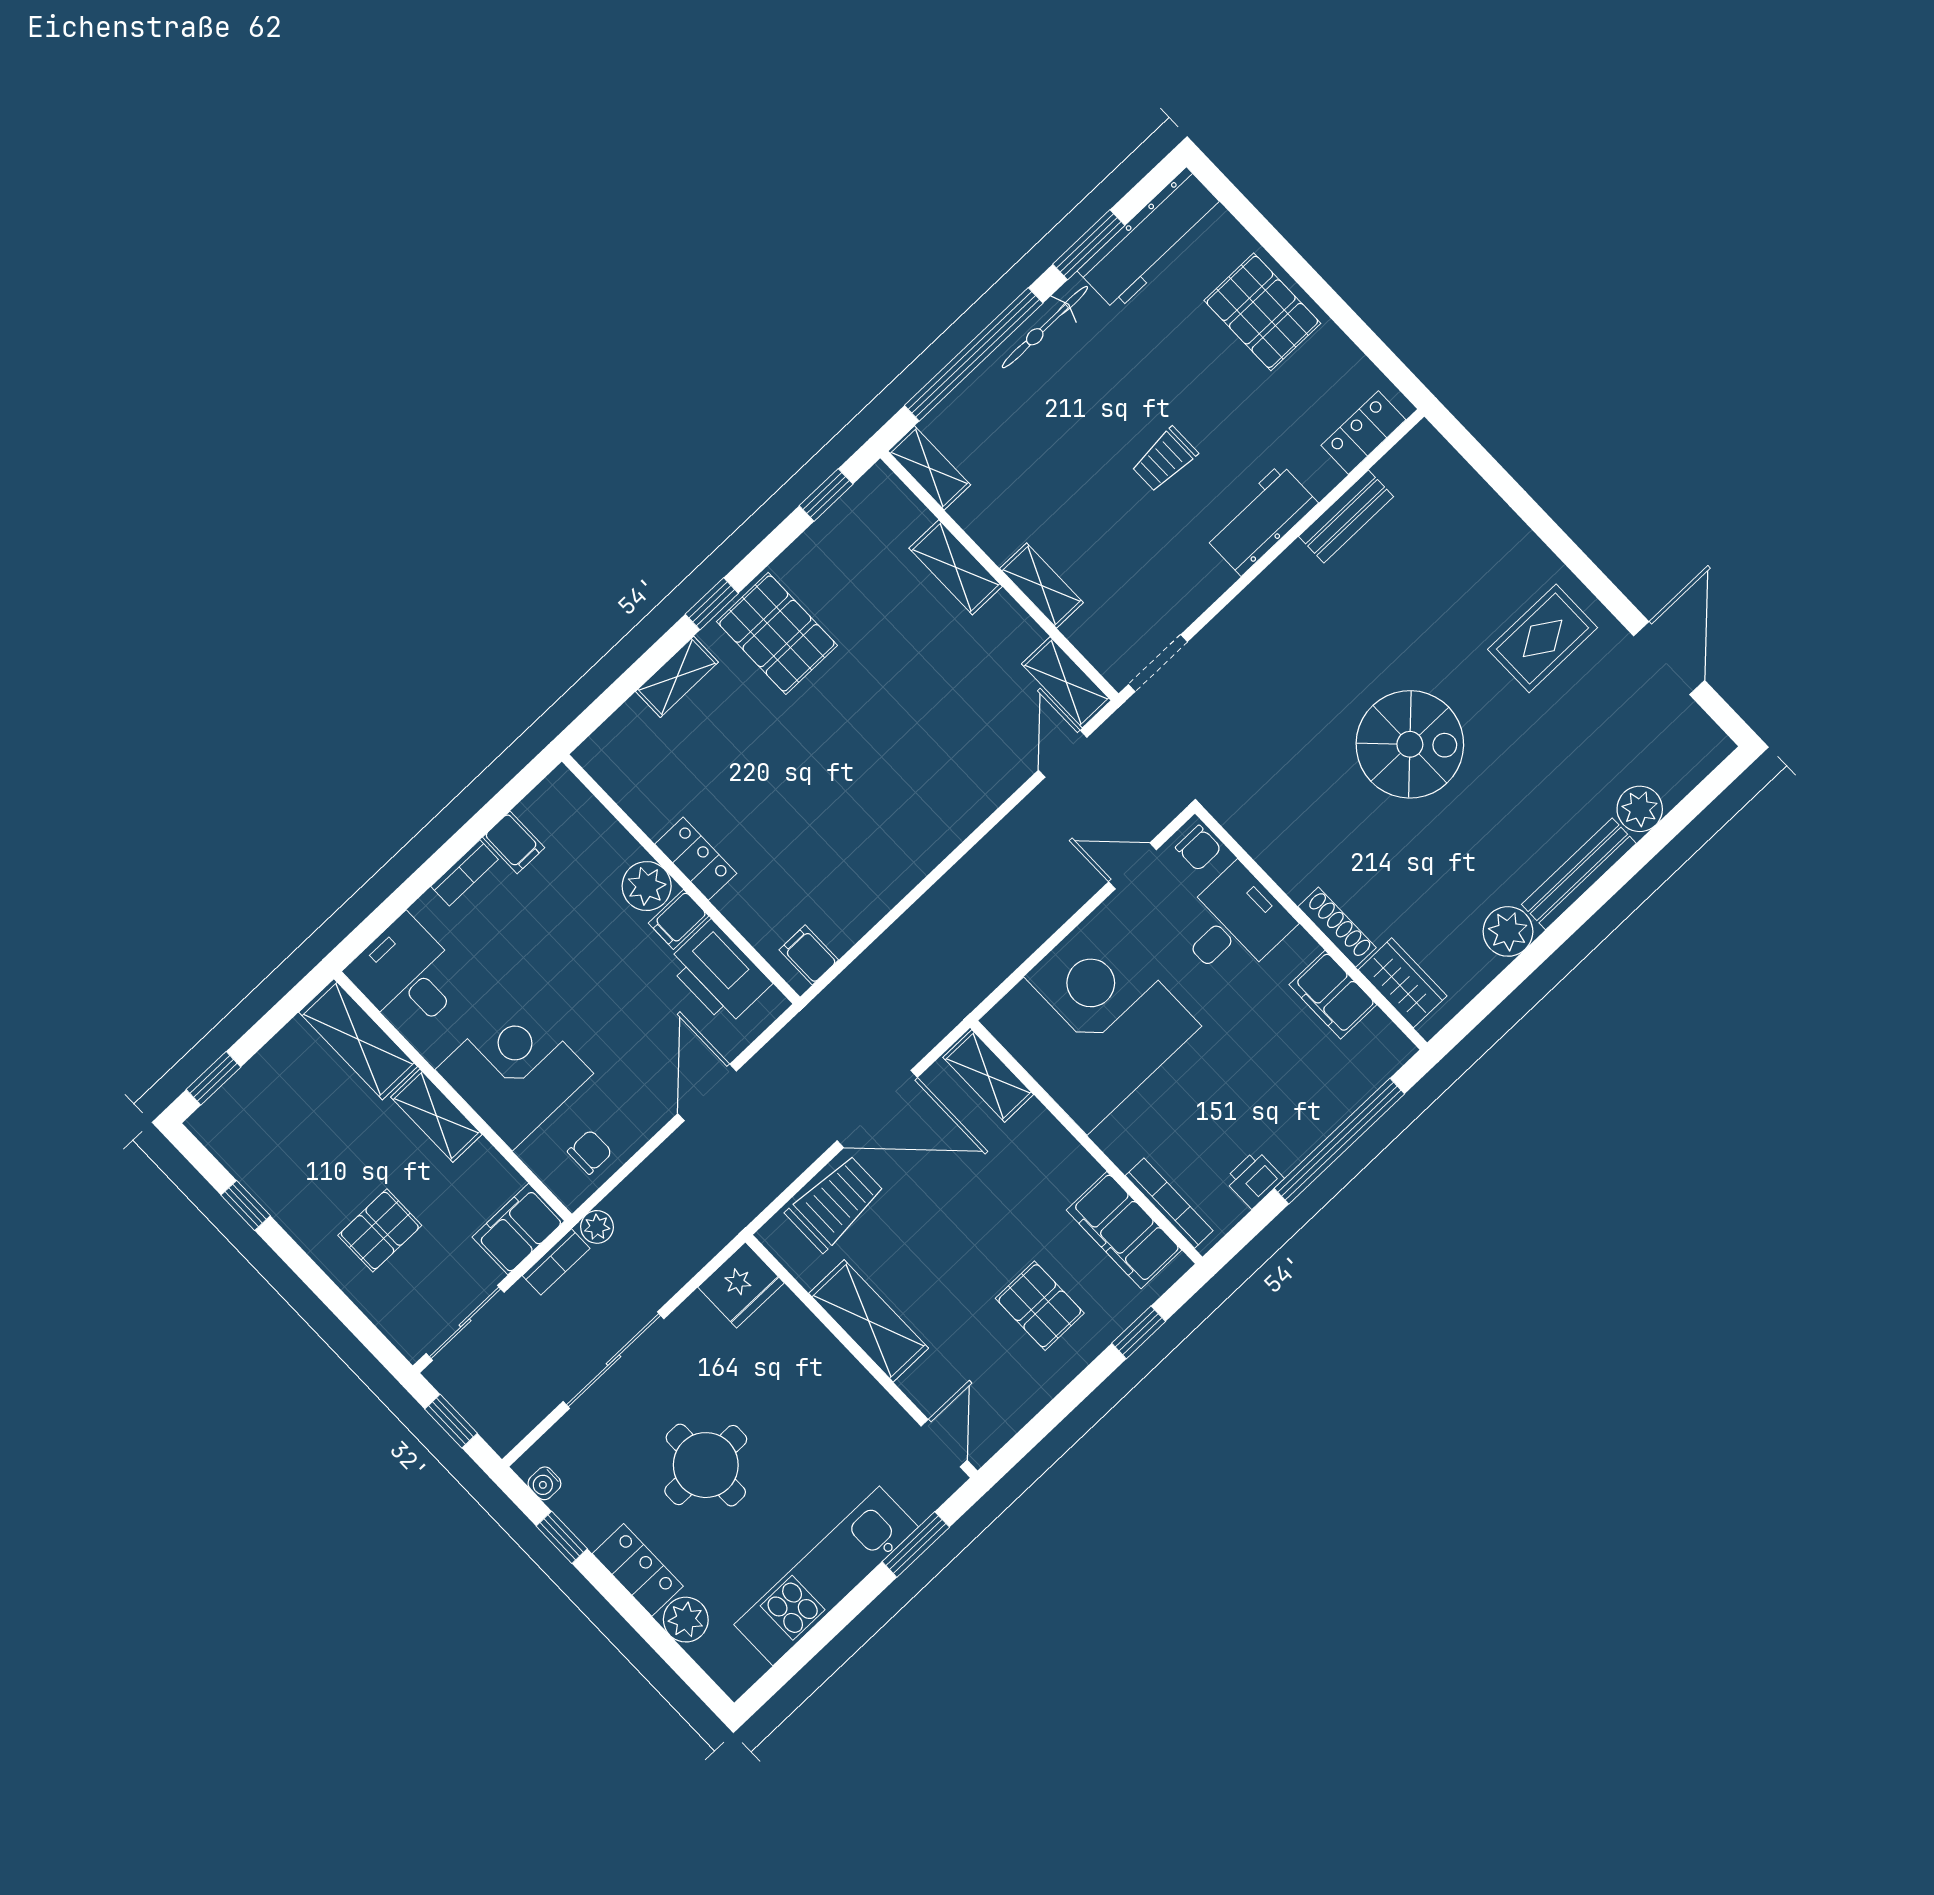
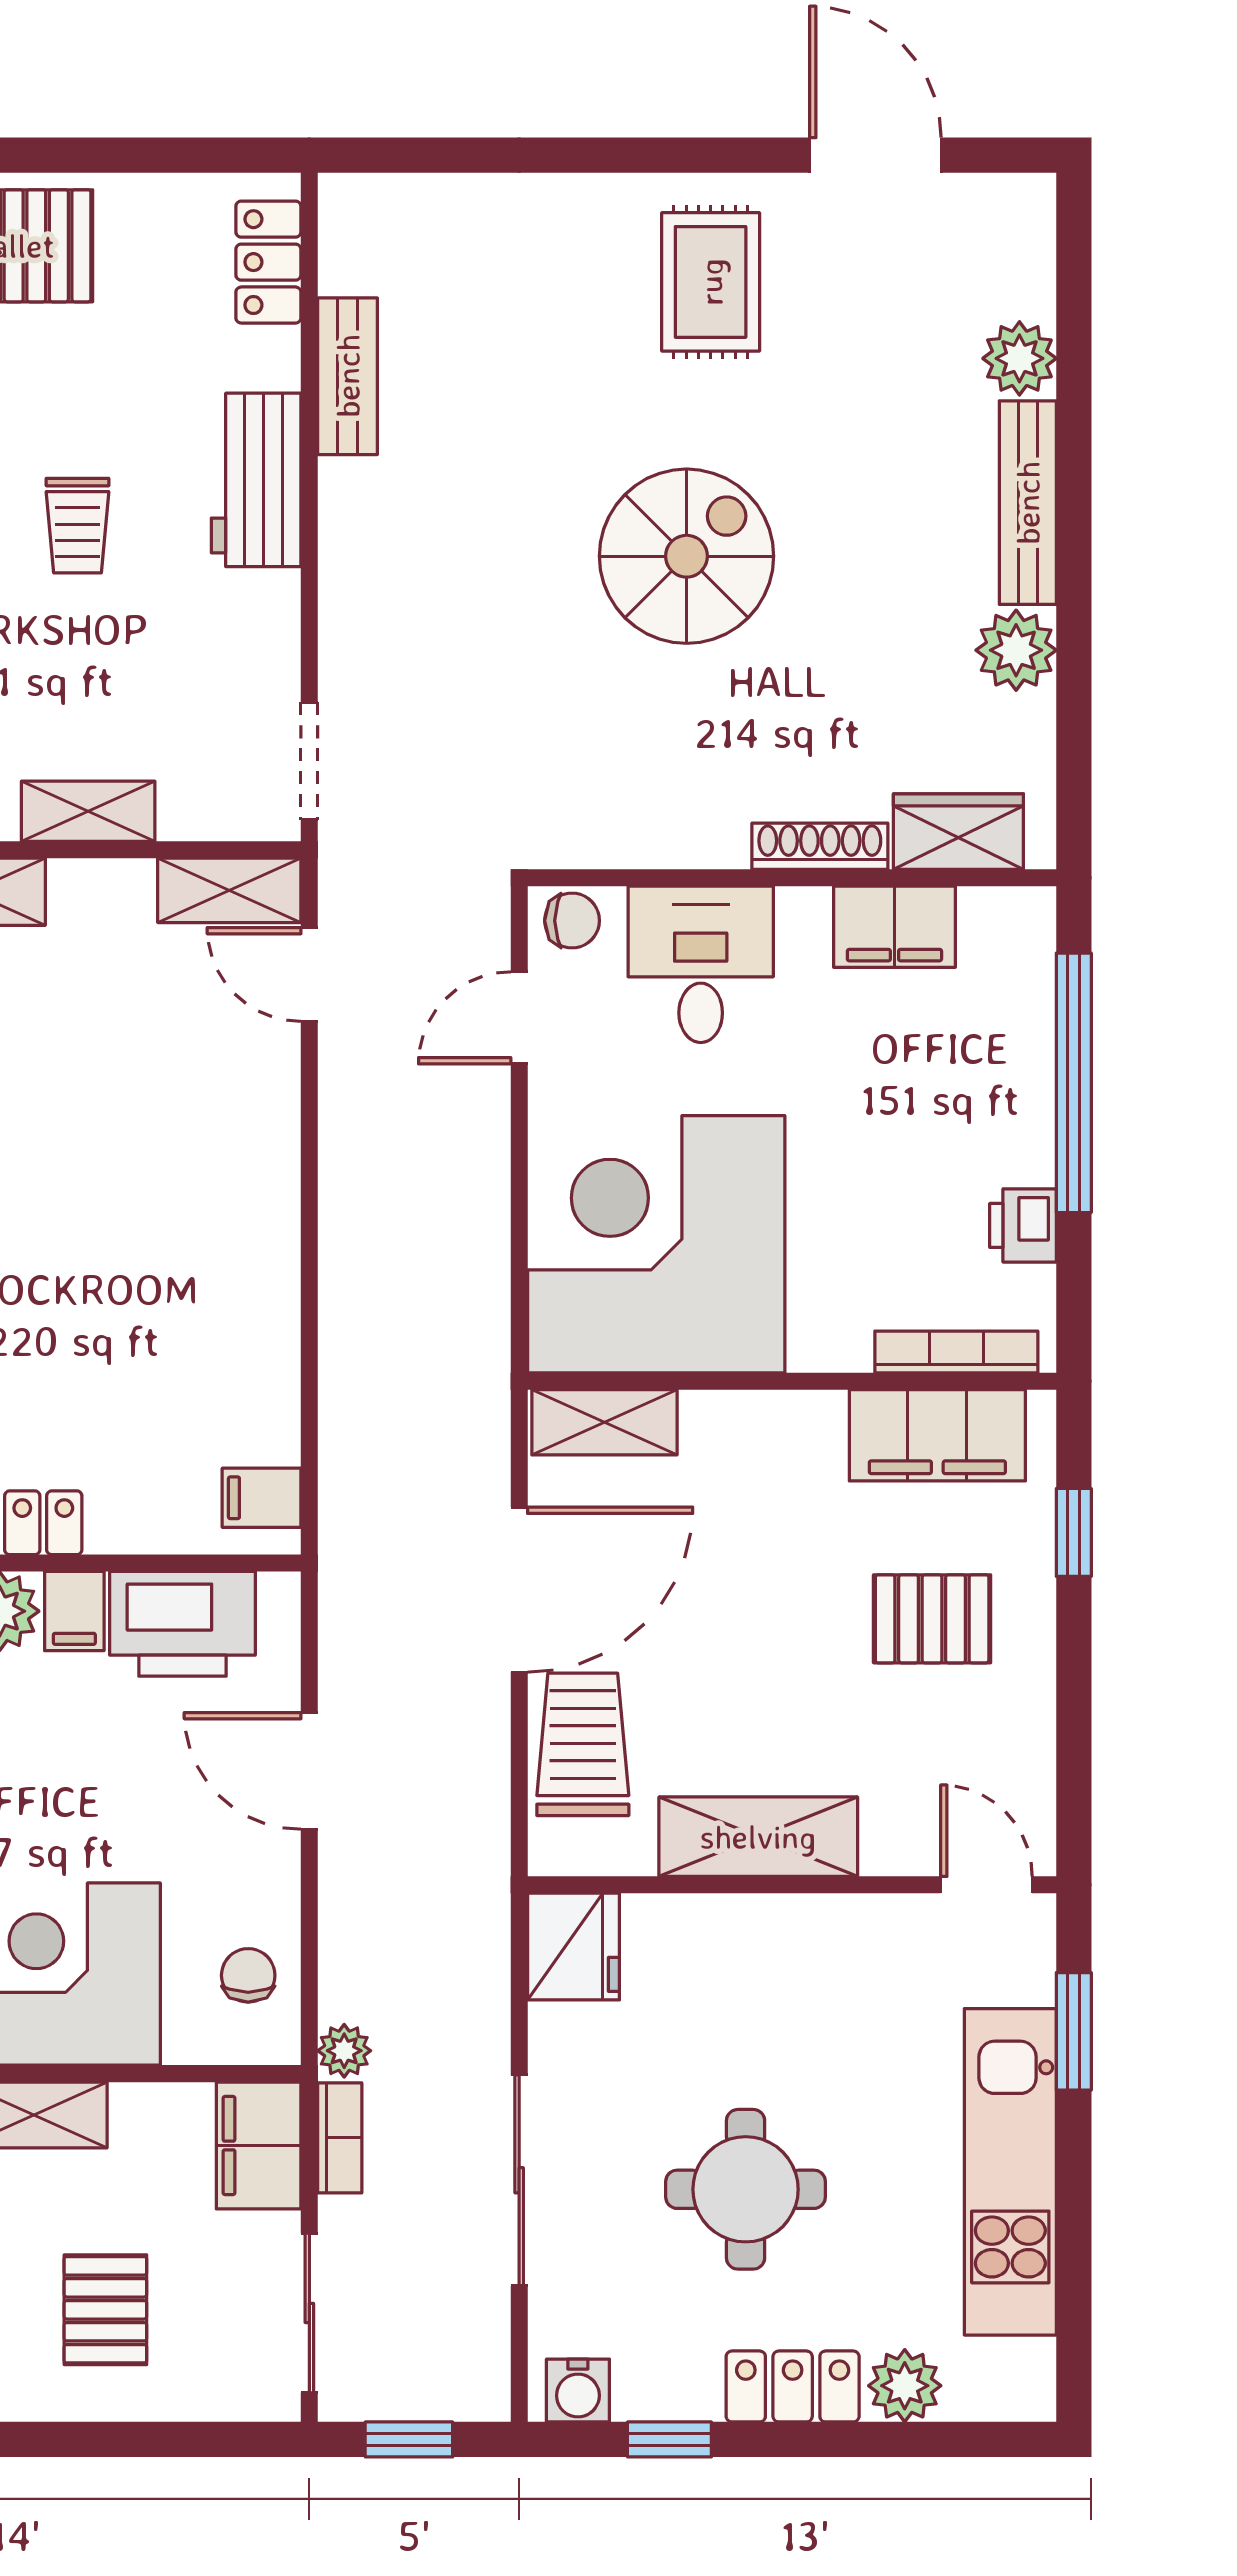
water cooler: (544, 1483) -> (578, 2390), width x1.38, depth x1.38

